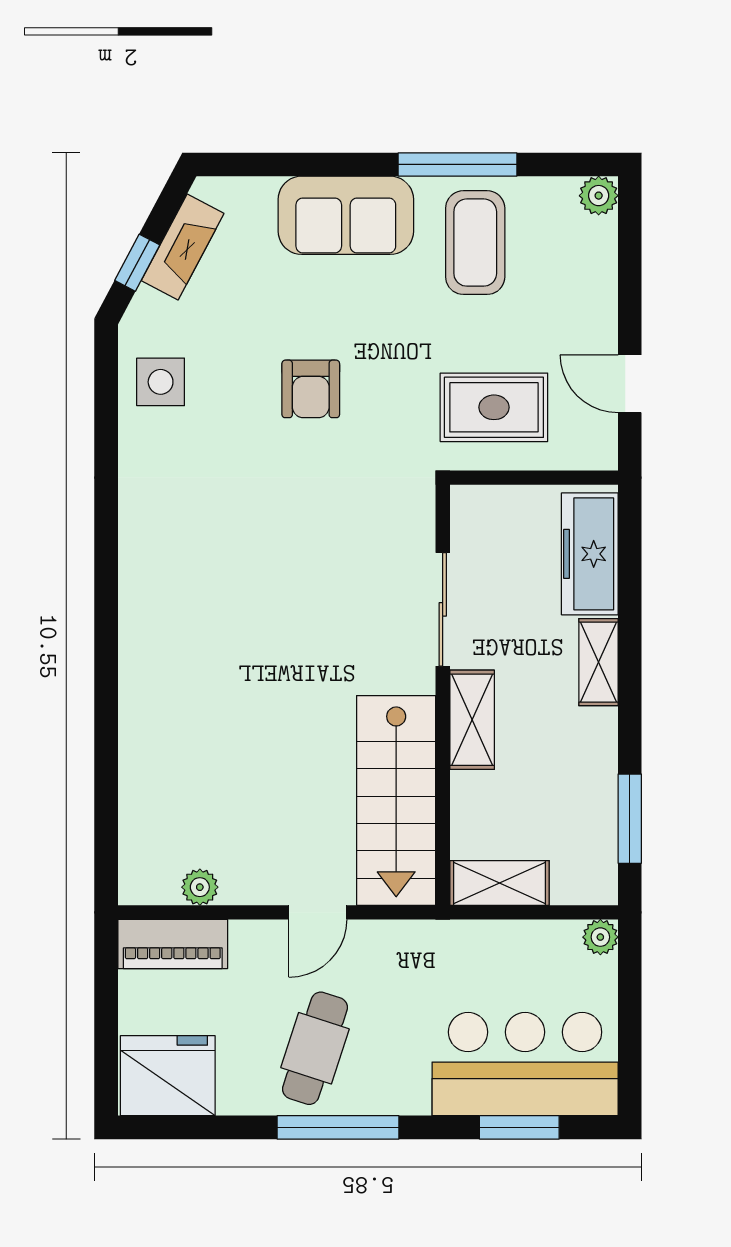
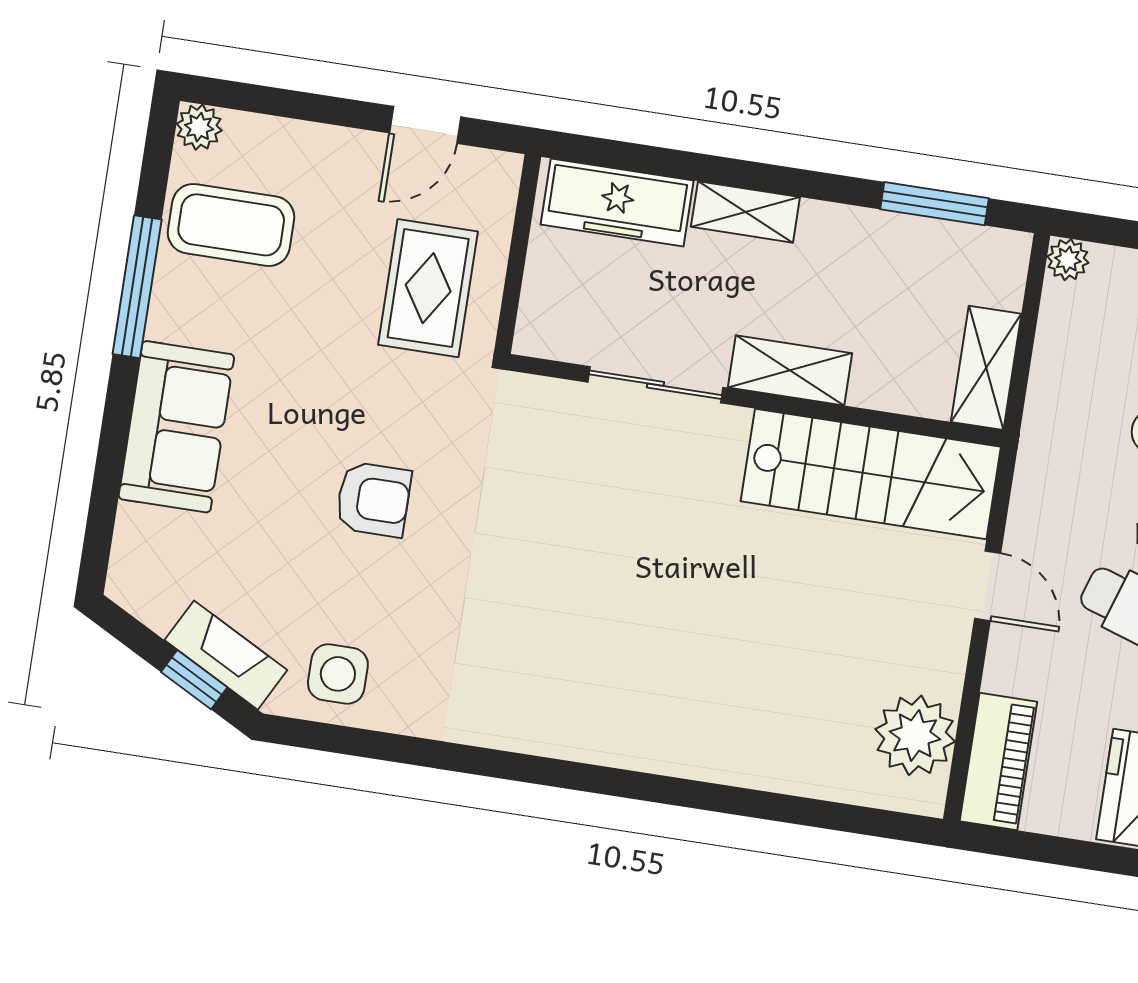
coffee table: (475, 243) -> (231, 225), moved
fireplace: (183, 247) -> (226, 655), moved
plant: (200, 887) -> (915, 735), width x1.88, depth x1.88

